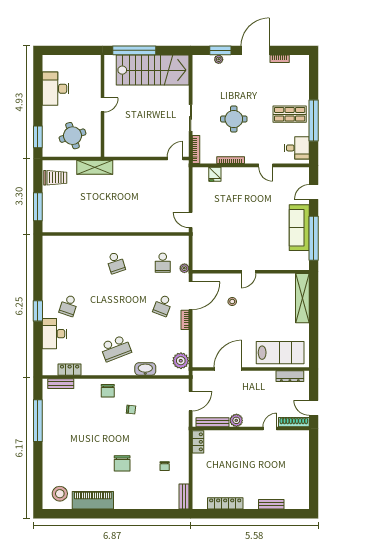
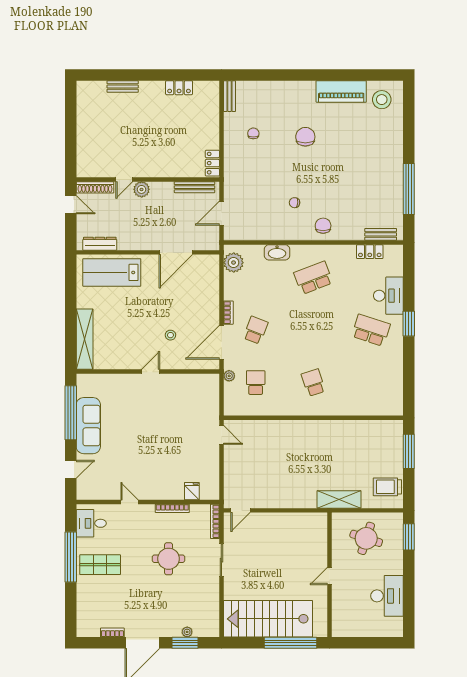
round table: (73, 136) -> (366, 538), turned 36
school desk: (69, 305) -> (371, 330), width x1.85
plant: (236, 420) -> (142, 189), moved
locker: (225, 503) -> (179, 88), width x0.66

